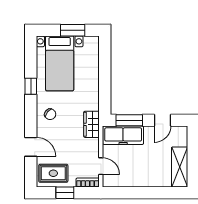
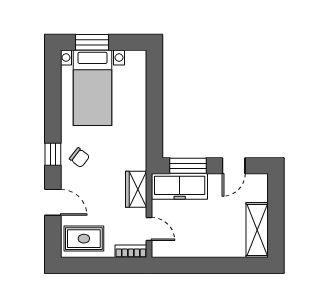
window: (73, 30) -> (92, 42), moved
window: (31, 86) -> (53, 154), moved
wardrobe: (91, 124) -> (136, 189), moved
window: (65, 193) -> (100, 265), removed

